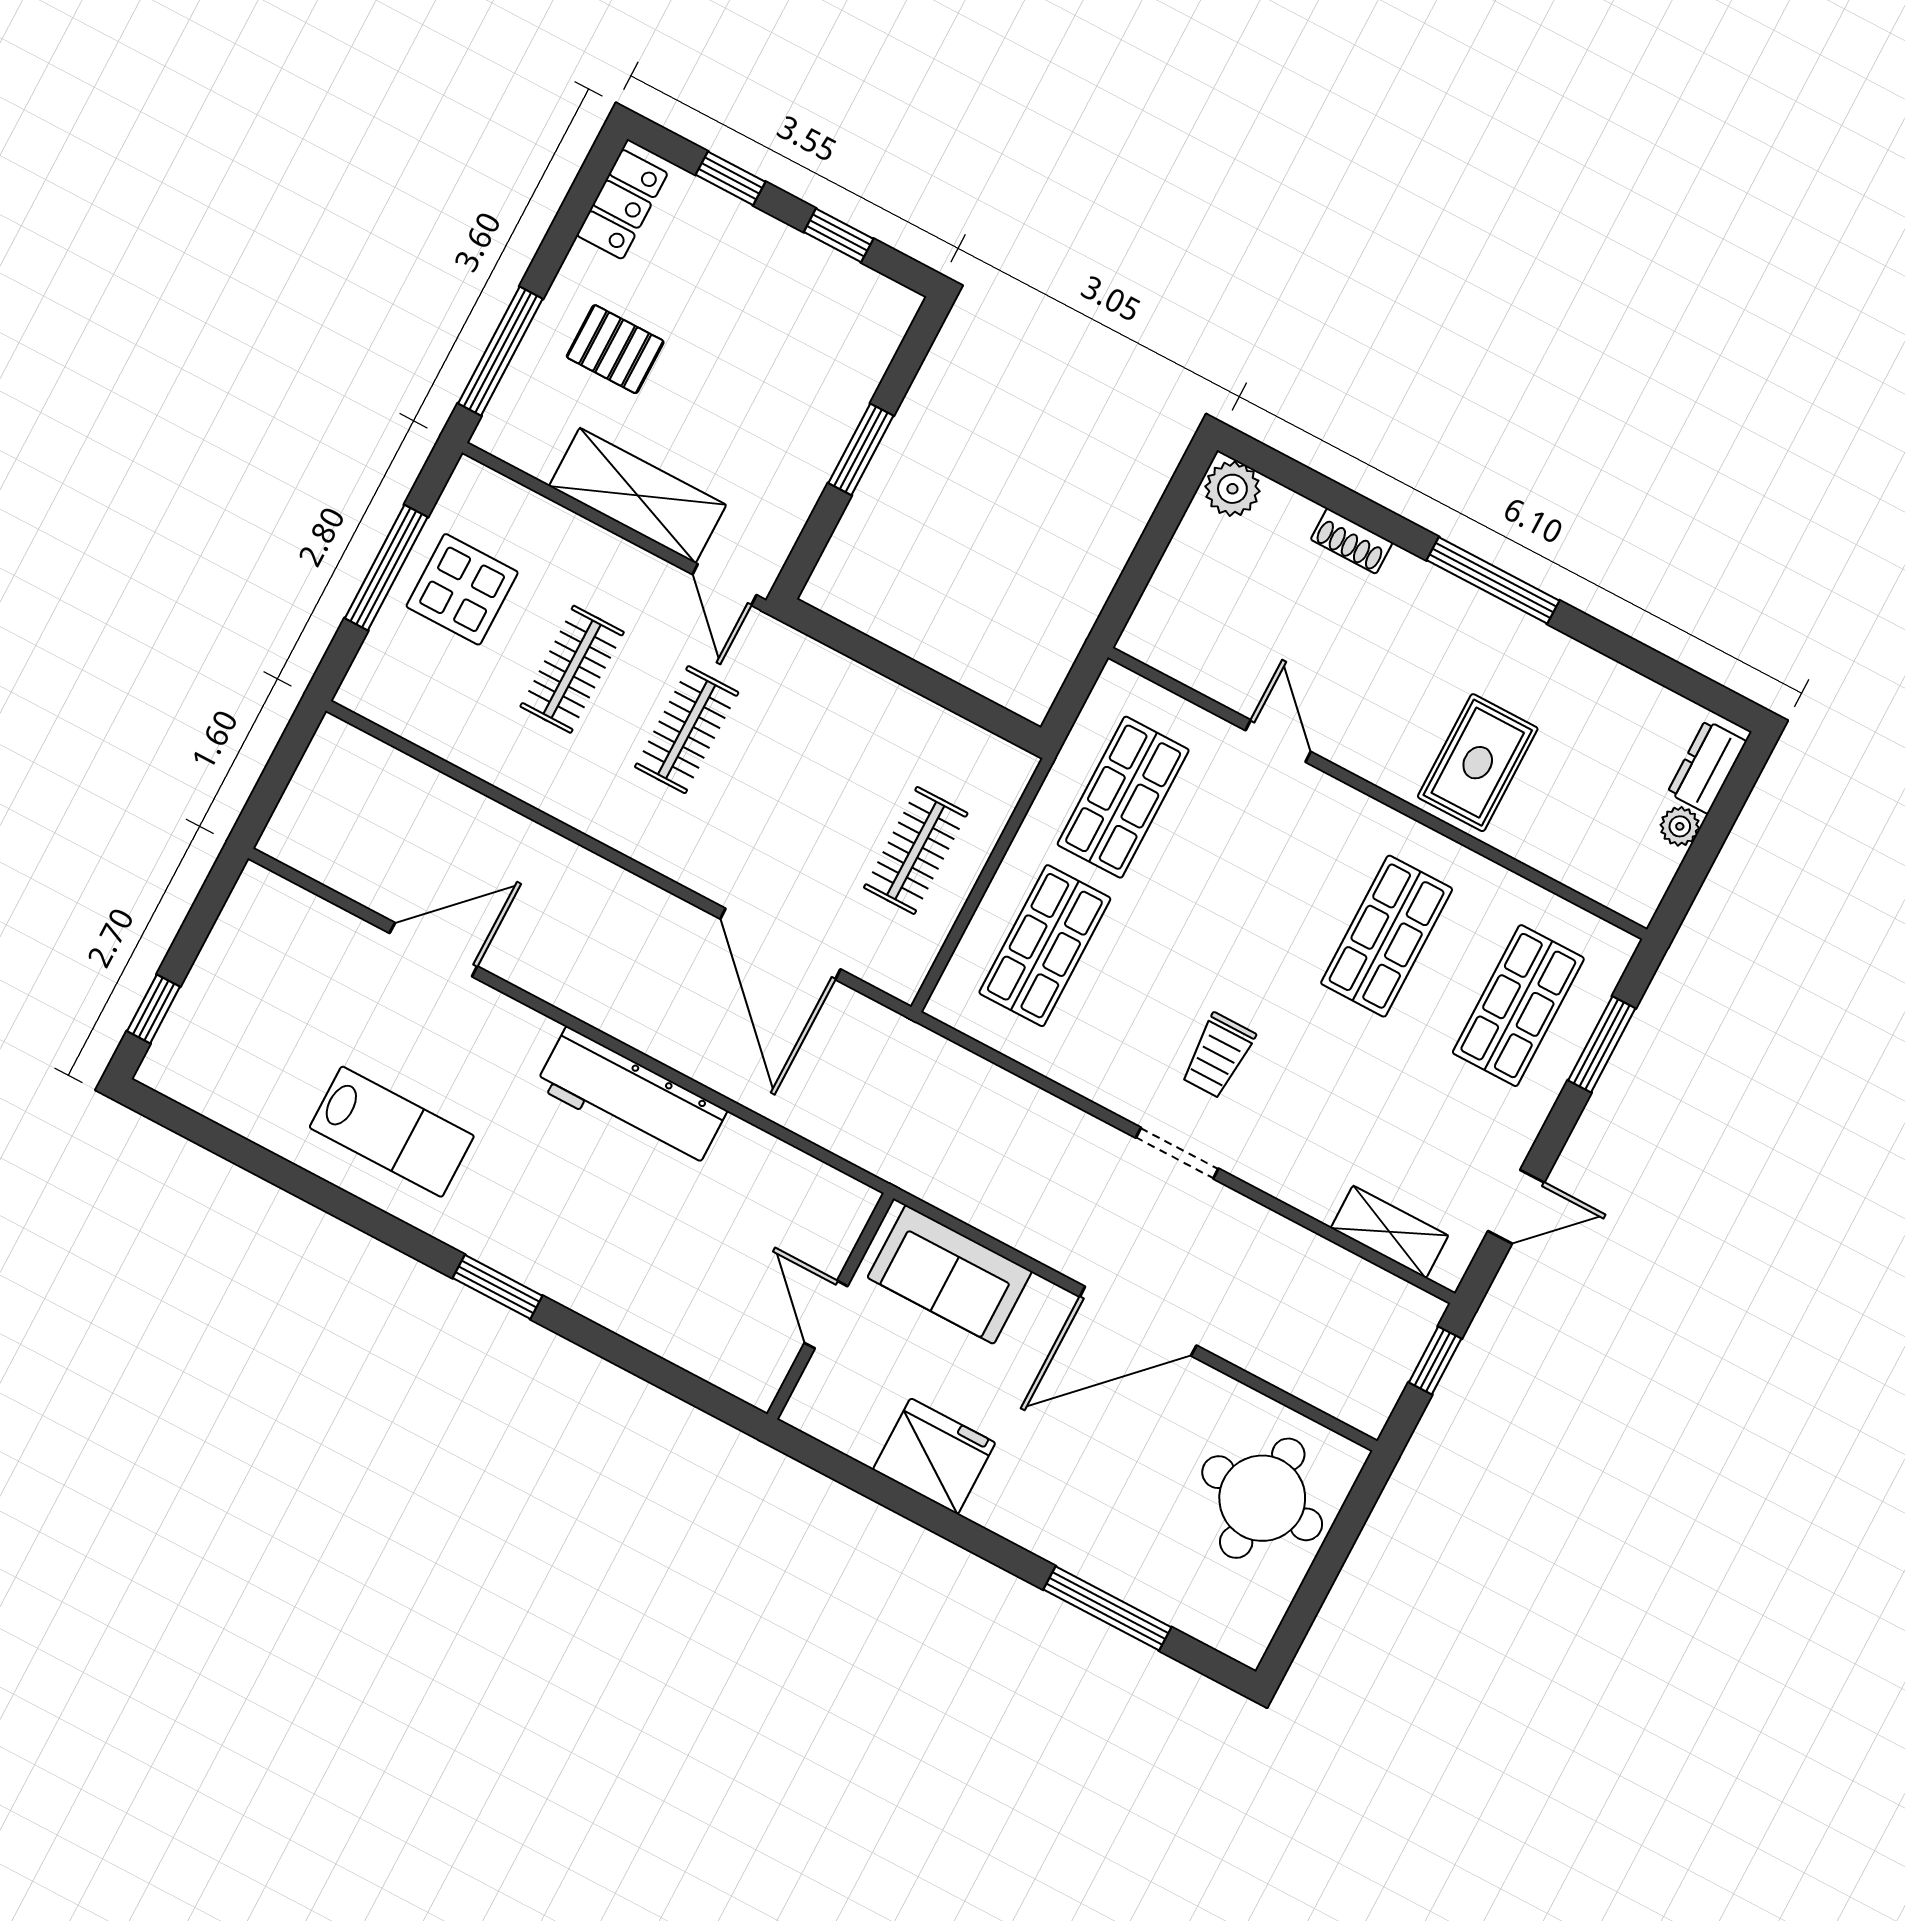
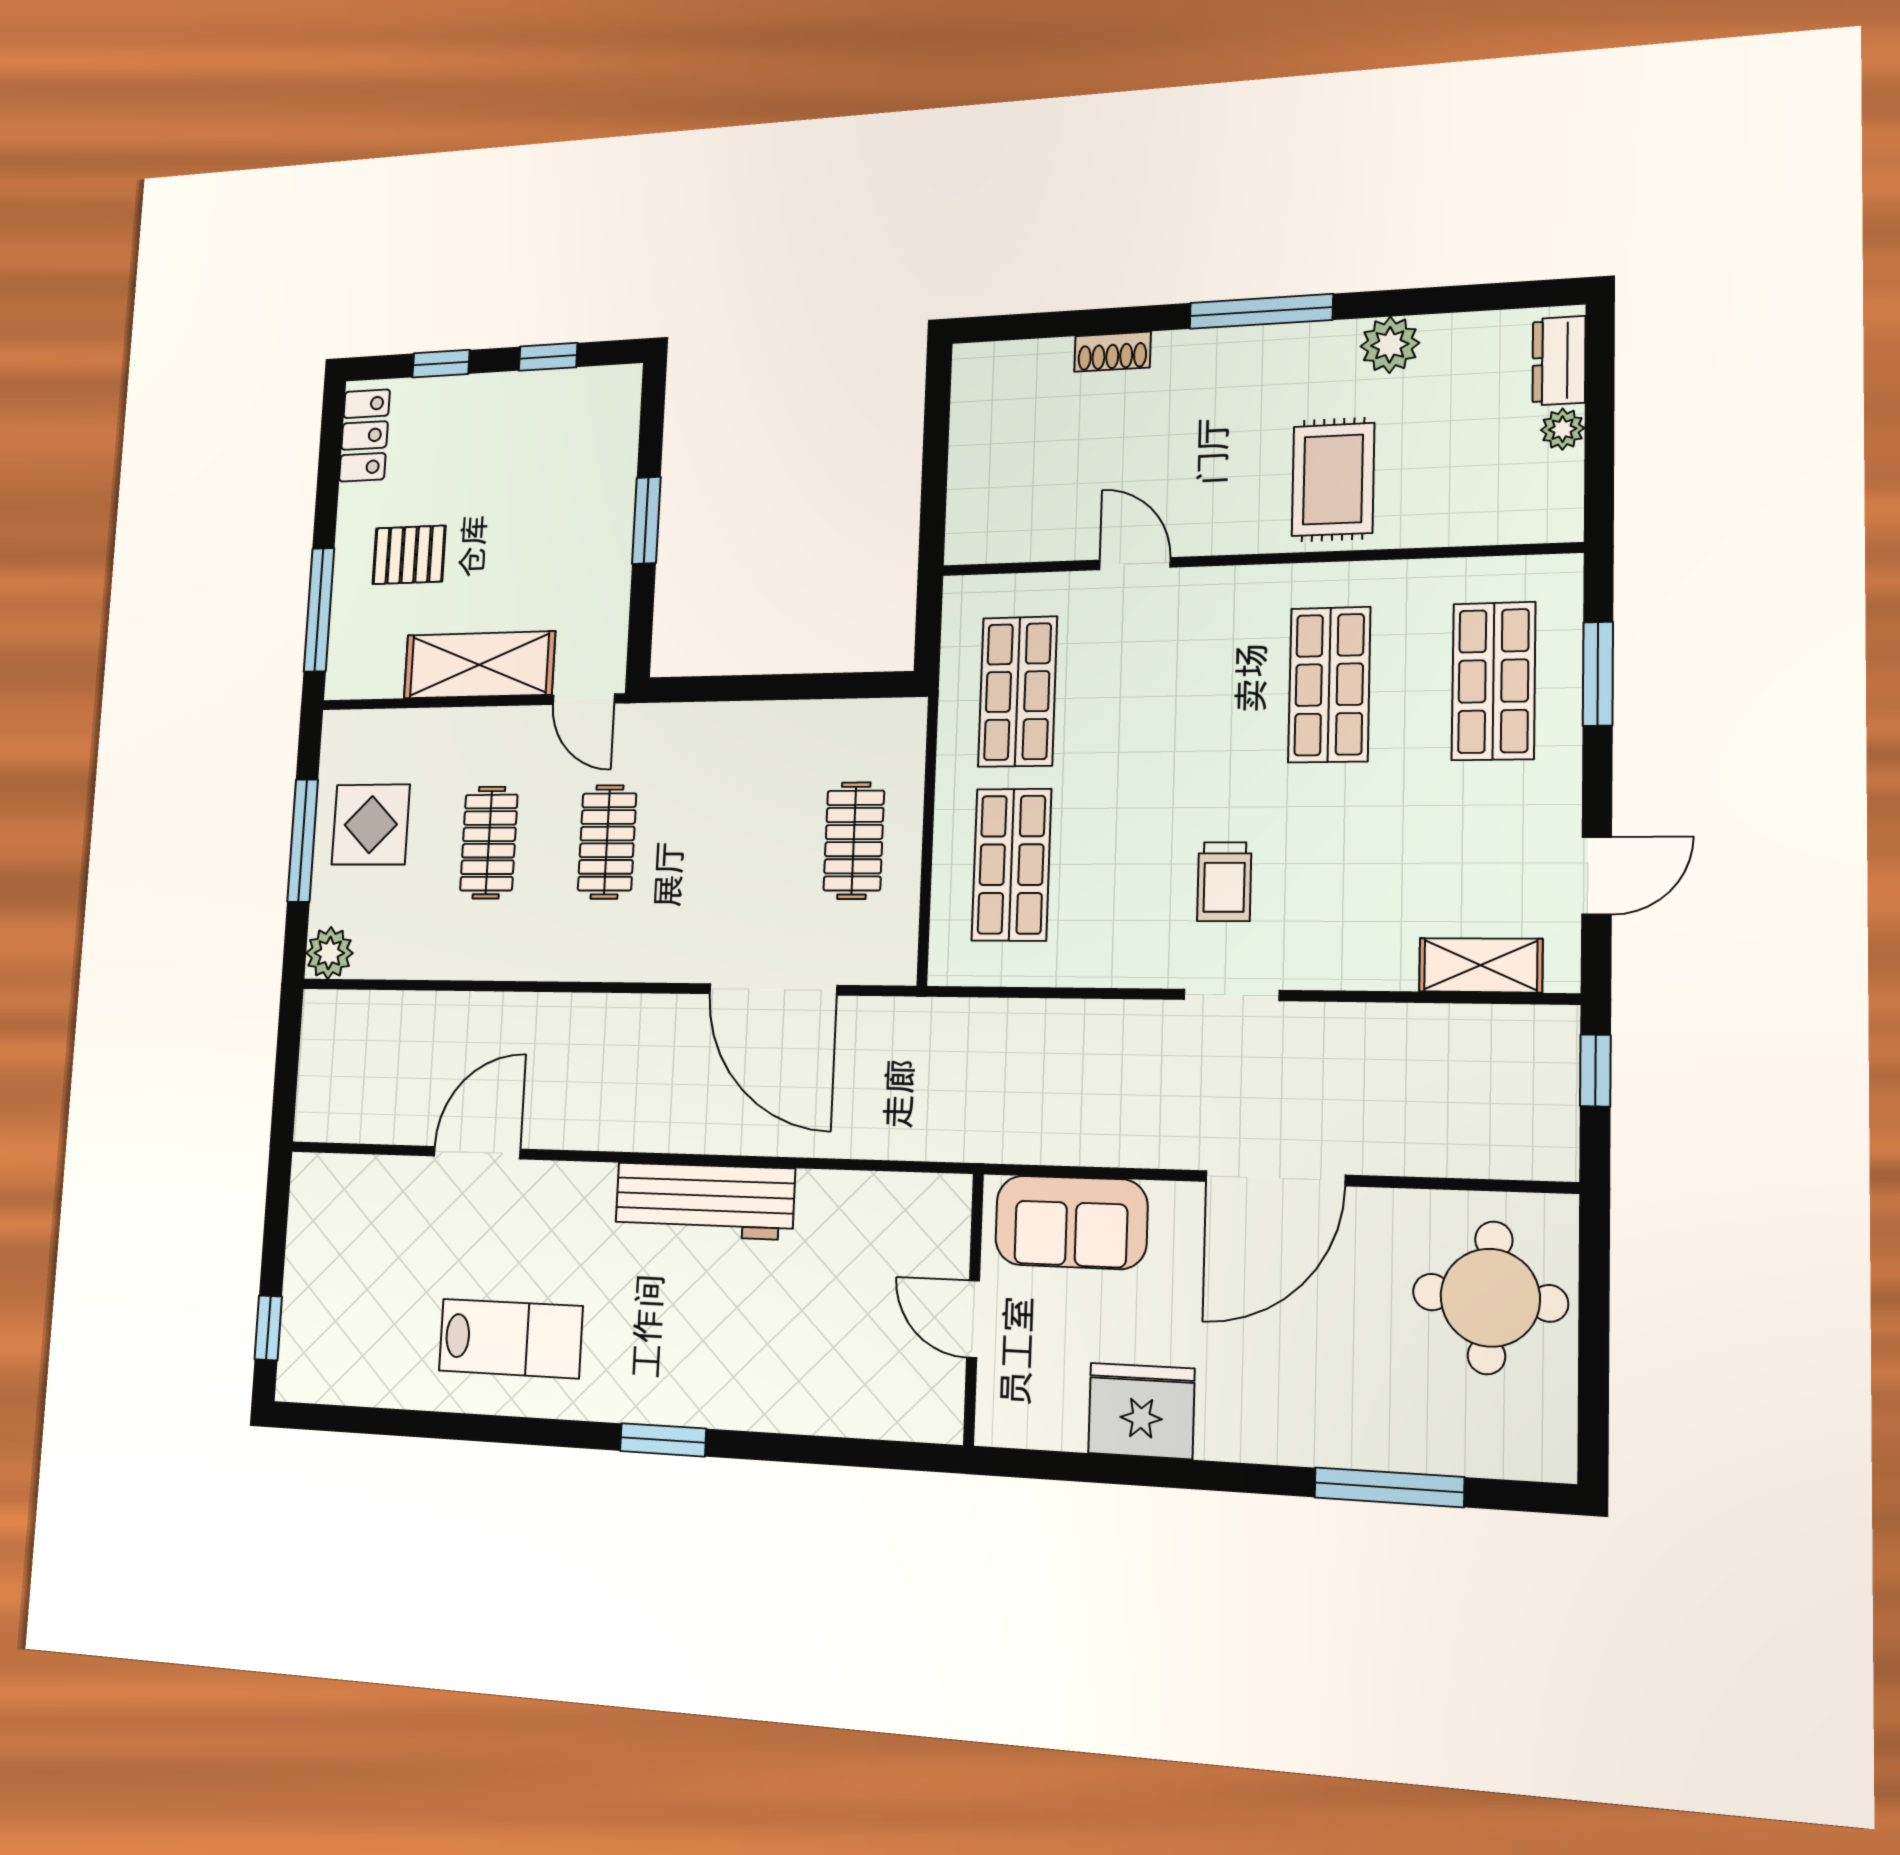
plant: (1232, 489) -> (1390, 345), moved
plant: (367, 690) -> (329, 953), added

